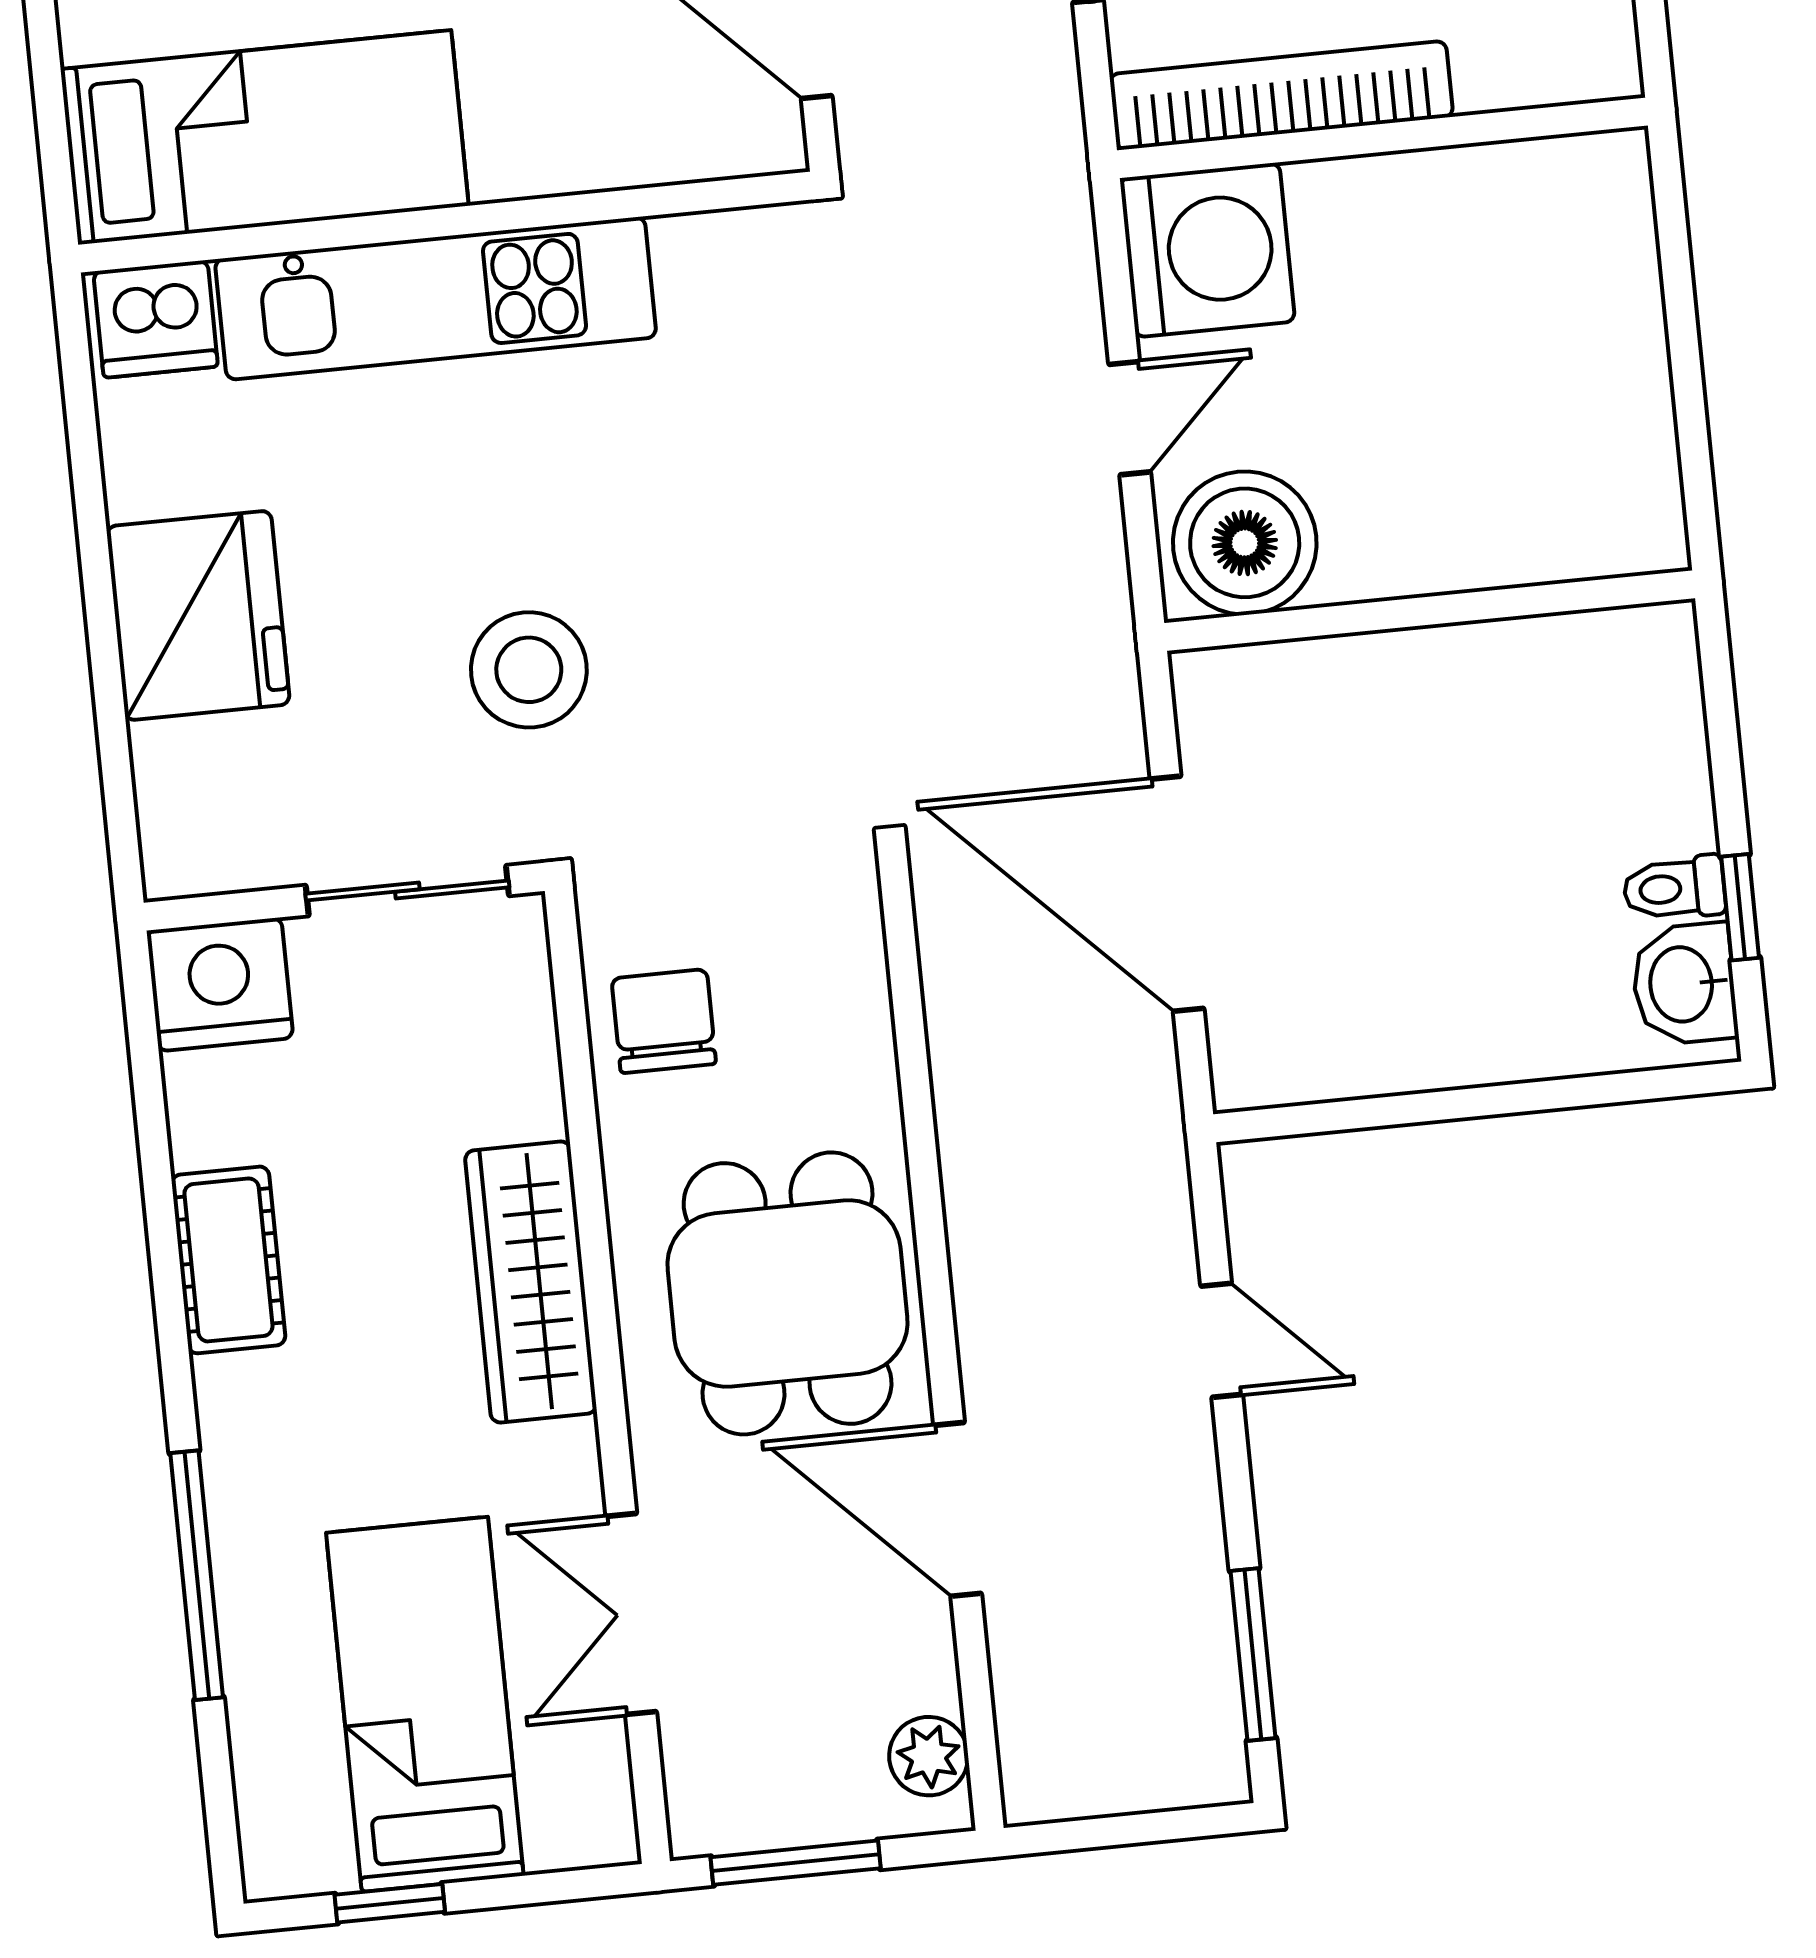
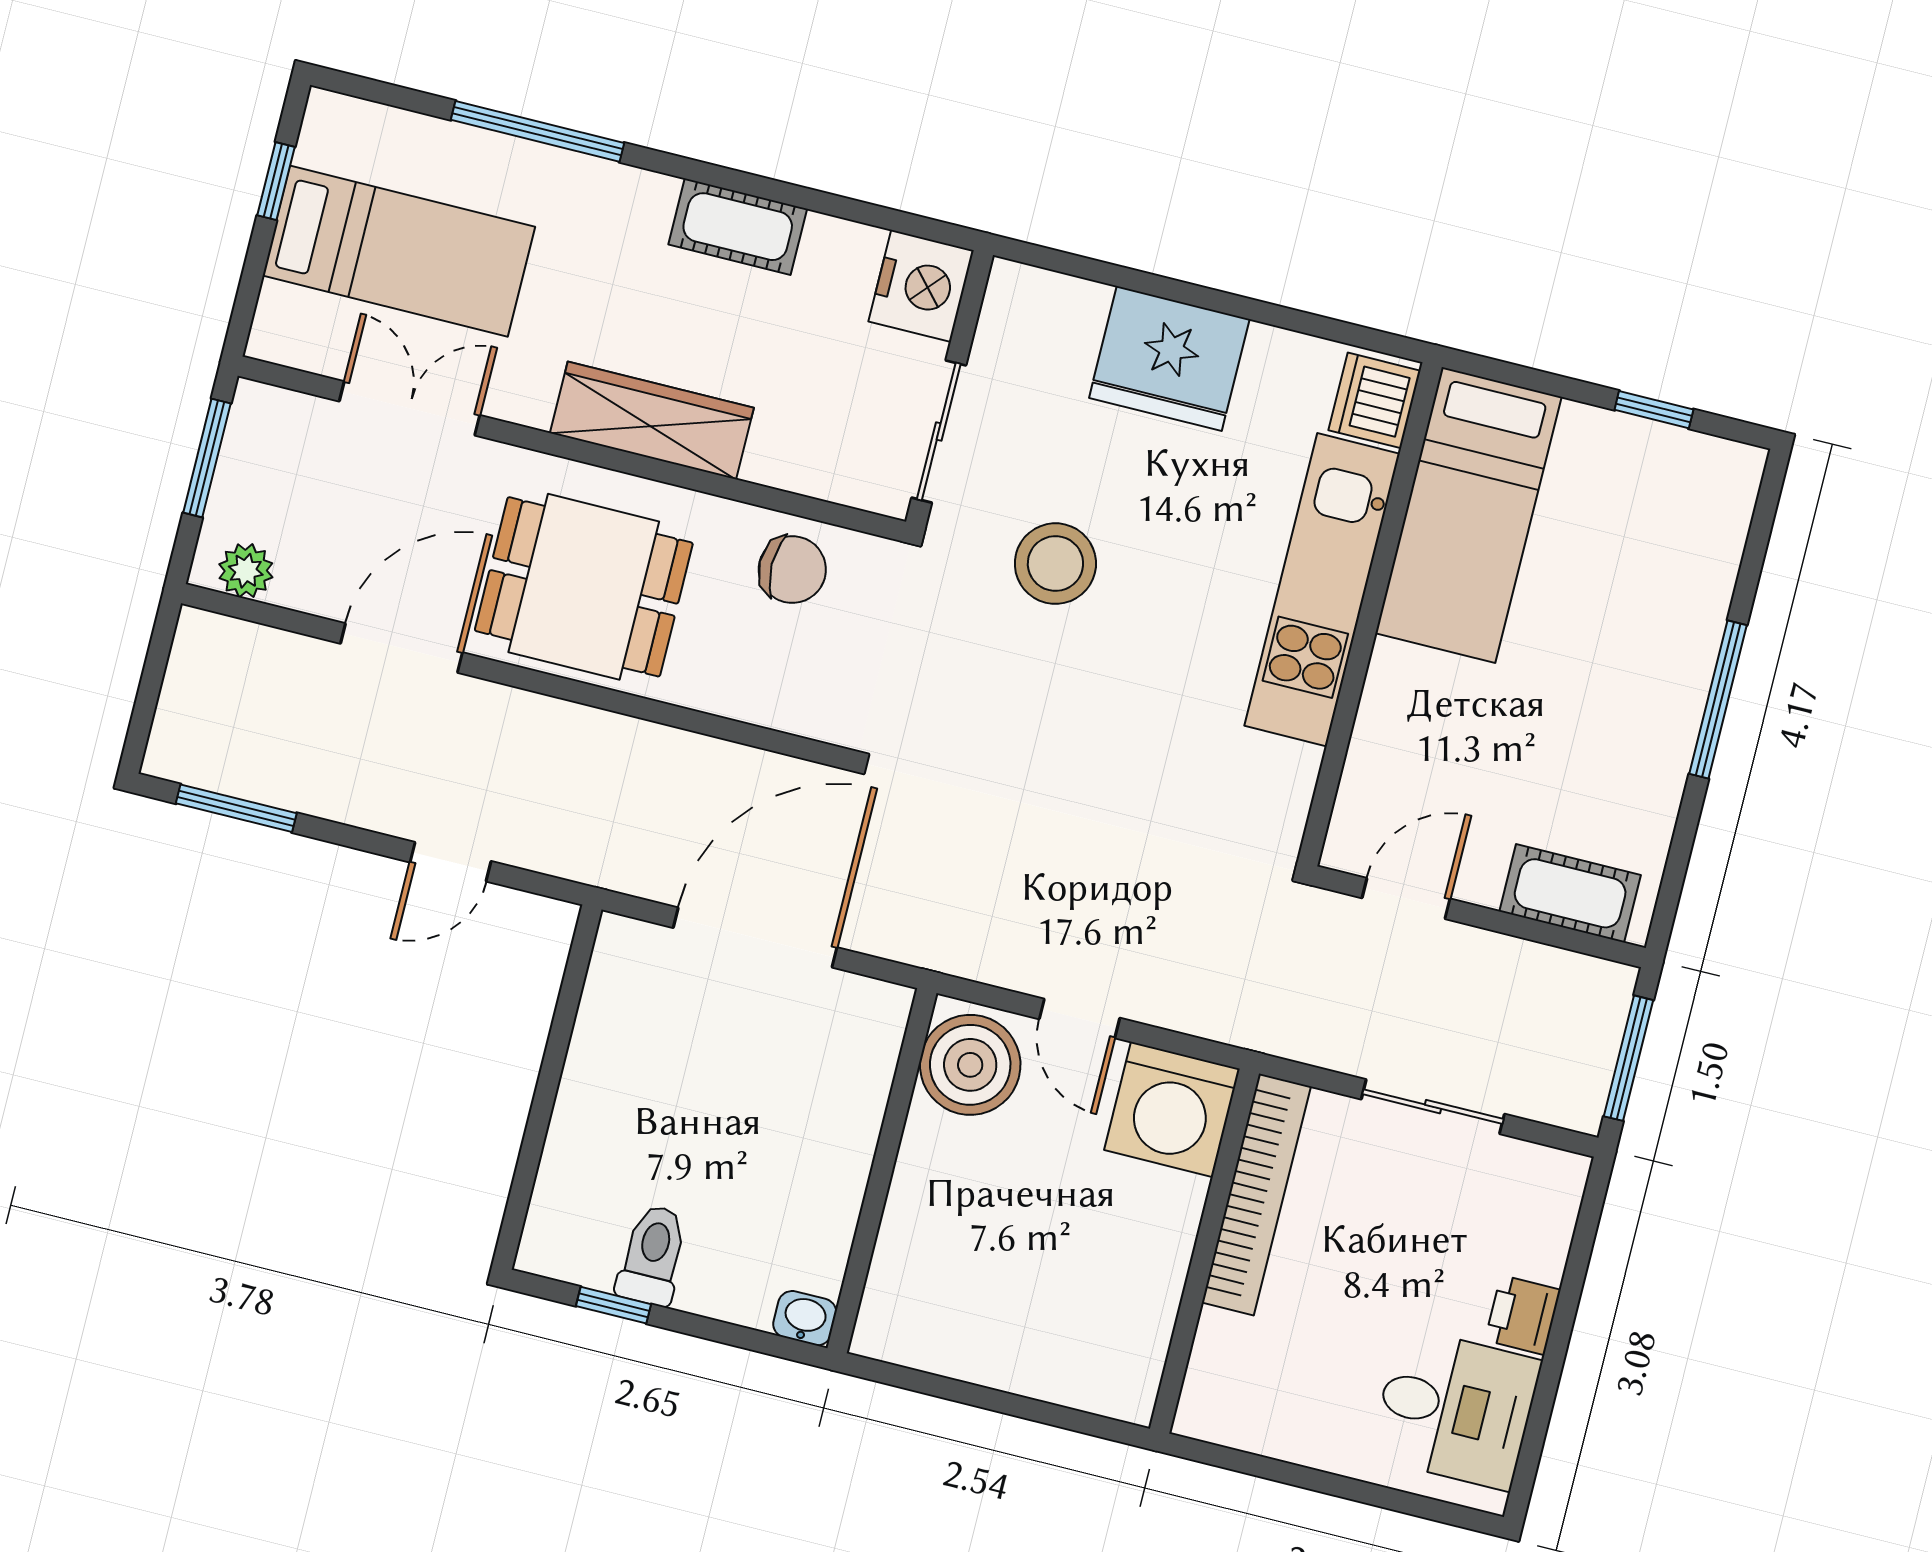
toilet: (1674, 888) -> (652, 1255), width x1.37, depth x1.39
washbasin: (1684, 984) -> (805, 1318), moved, width x0.72, depth x0.69

